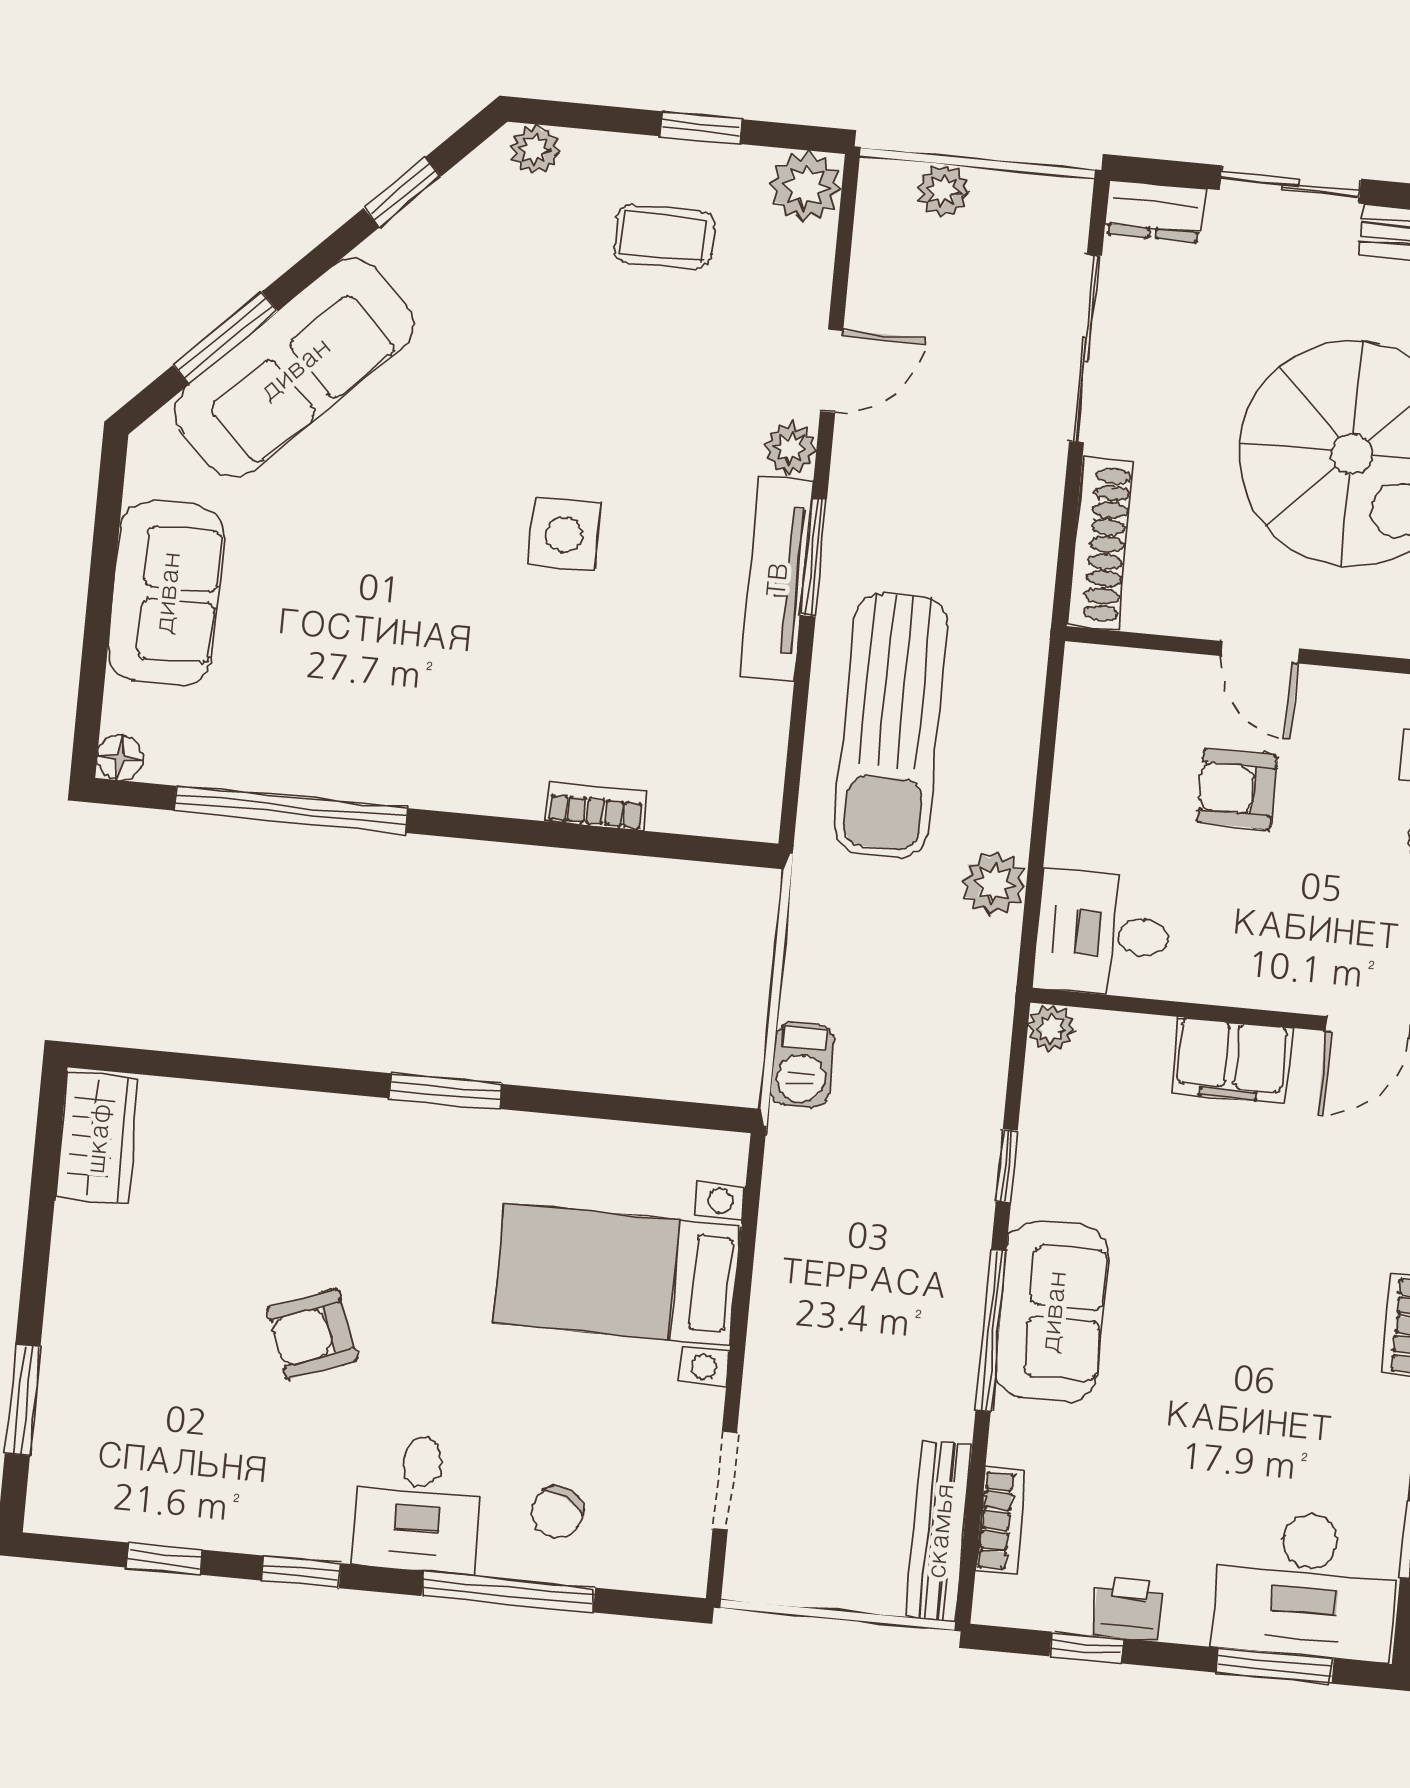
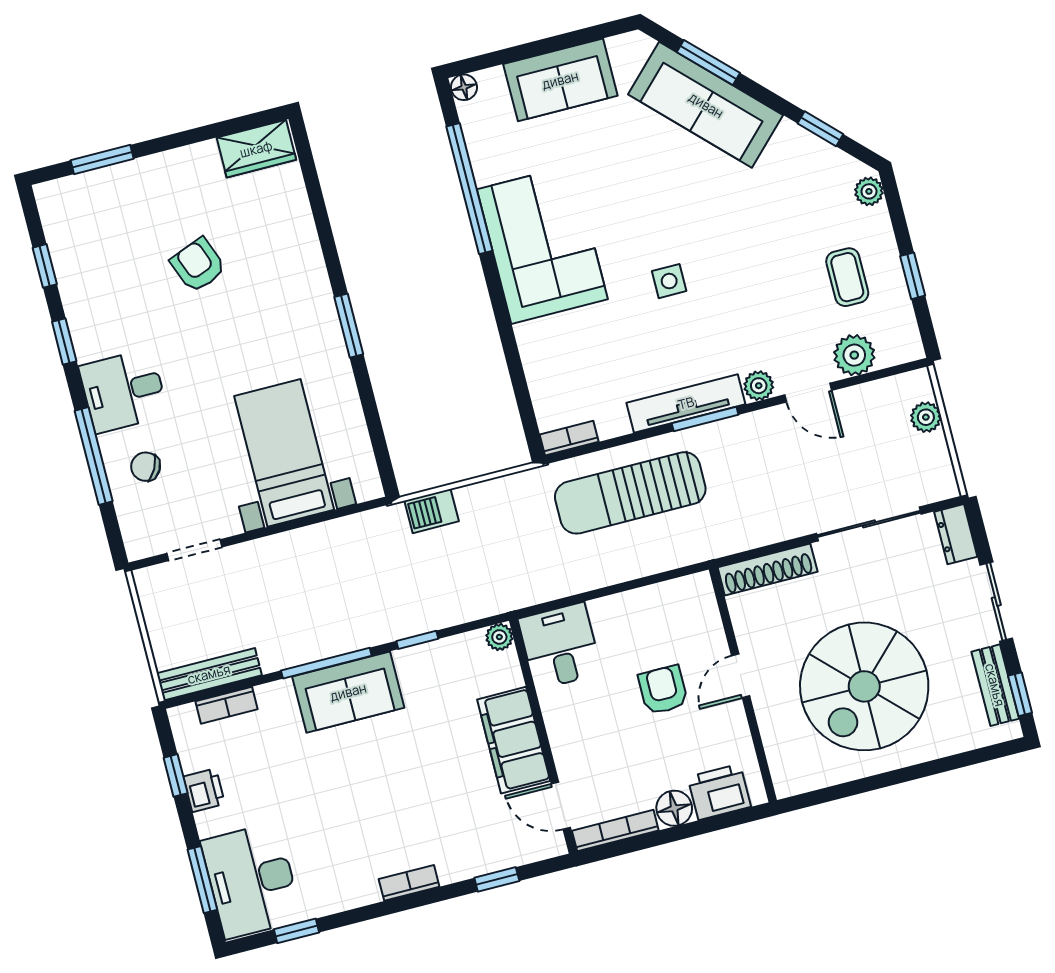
plant: (805, 187) -> (854, 355), moved
side table: (564, 534) -> (669, 281), width x0.73, depth x0.73
corner sofa: (427, 722) -> (542, 244), added
bookcase: (596, 807) -> (569, 438), moved, turned -90
plant: (994, 883) -> (566, 578), removed
filing cabinet: (1231, 1060) -> (514, 740), width x1.50, depth x1.17
armchair: (312, 1334) -> (198, 265), moved

